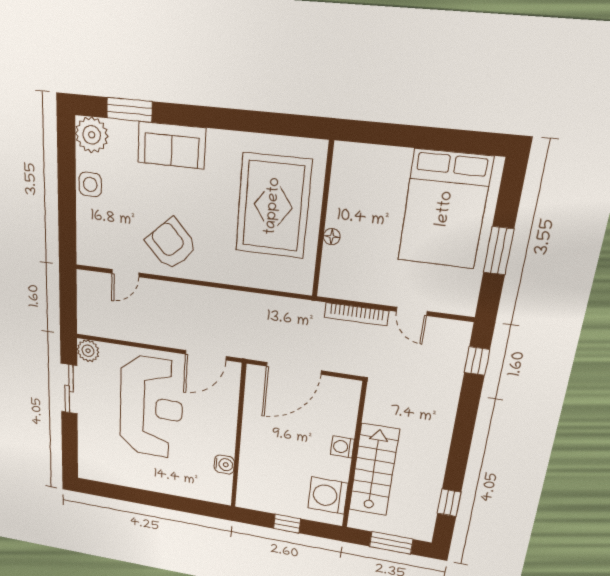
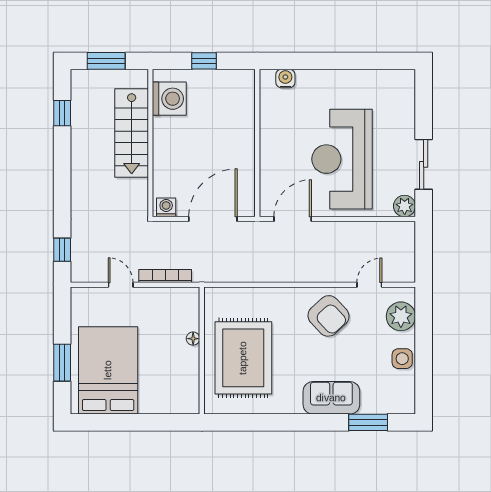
plant: (92, 135) -> (401, 316), moved
window: (499, 251) -> (62, 363), moved
washing machine: (342, 447) -> (166, 207), moved, turned -90
water cooler: (224, 464) -> (285, 79), moved, turned 90

